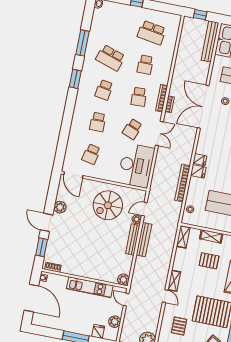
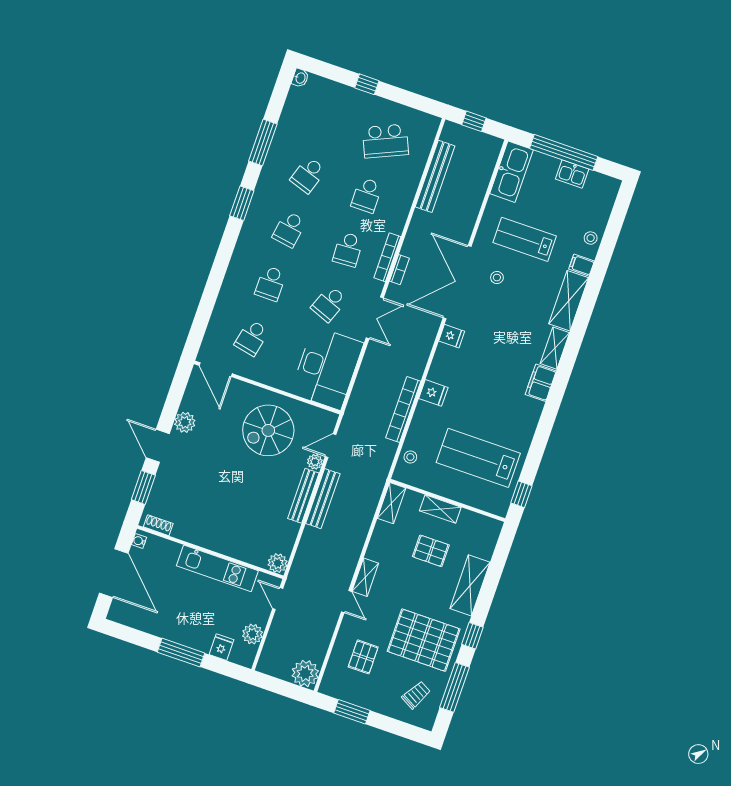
school desk: (152, 33) -> (385, 141), turned -33
bench: (210, 41) -> (435, 176), moved
school desk: (111, 58) -> (308, 175), width x0.54
fridge: (200, 160) -> (452, 336), moved

